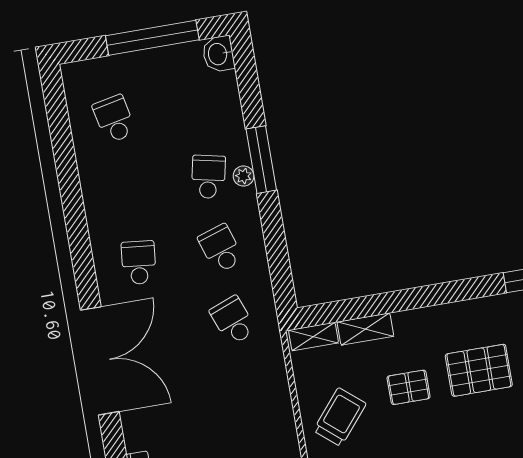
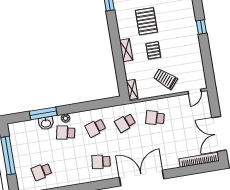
washbasin: (218, 54) -> (46, 123), moved
window: (261, 160) -> (43, 113), moved
shelving: (365, 329) -> (126, 50), moved
school desk: (245, 392) -> (155, 118), added

